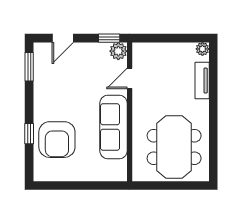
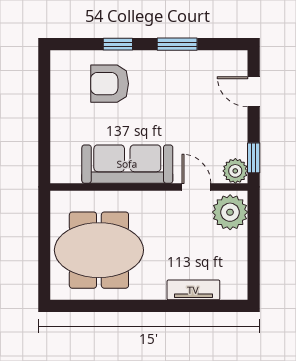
plant: (202, 49) -> (230, 212), moved, width x1.87, depth x1.87
window: (29, 67) -> (177, 44), moved
armchair: (57, 140) -> (110, 84), width x0.73, depth x0.73

